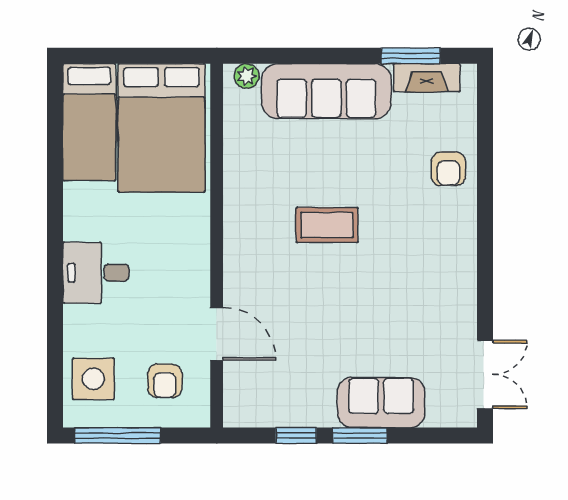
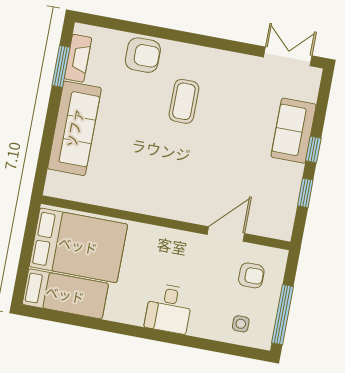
plant: (247, 76) -> (54, 181), removed
armchair: (448, 169) -> (143, 55), width x1.38, depth x1.38
coffee table: (327, 225) -> (184, 101), moved
side table: (93, 379) -> (241, 324), width x0.54, depth x0.54
window: (360, 436) -> (313, 149), width x0.67

